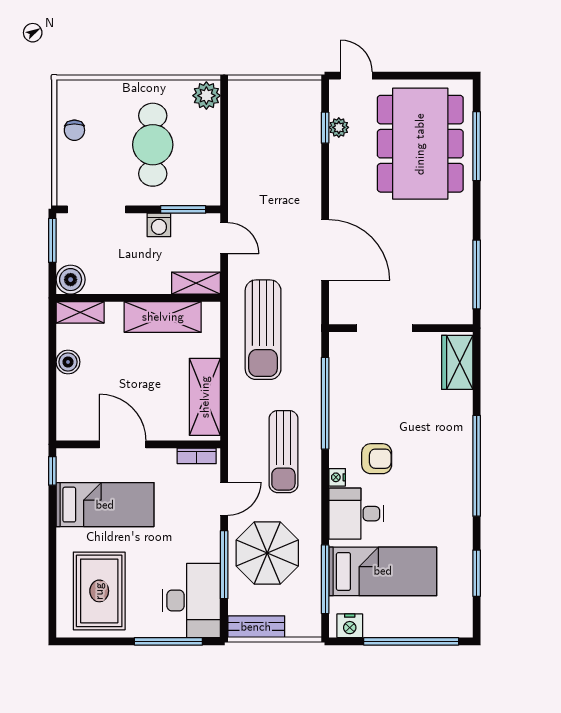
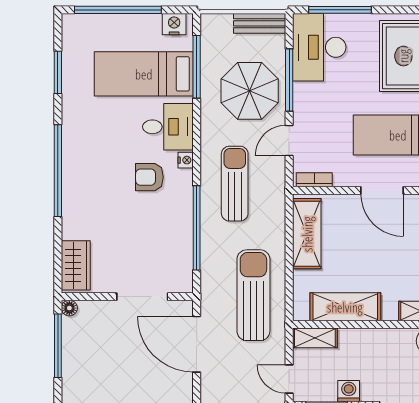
door: (325, 250) -> (197, 344), moved
floor lamp: (464, 316) -> (69, 308), added

